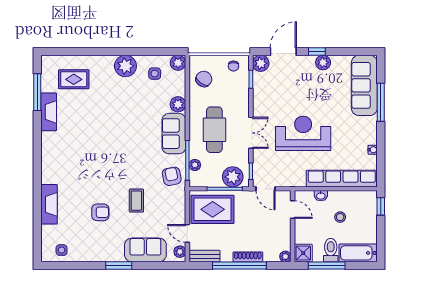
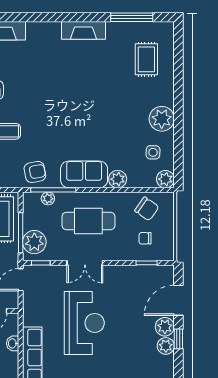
door: (283, 52) -> (178, 300), swing flipped
plant: (261, 63) -> (165, 327), moved
chair: (233, 66) -> (145, 238), moved
fireplace: (49, 112) -> (83, 30), moved

